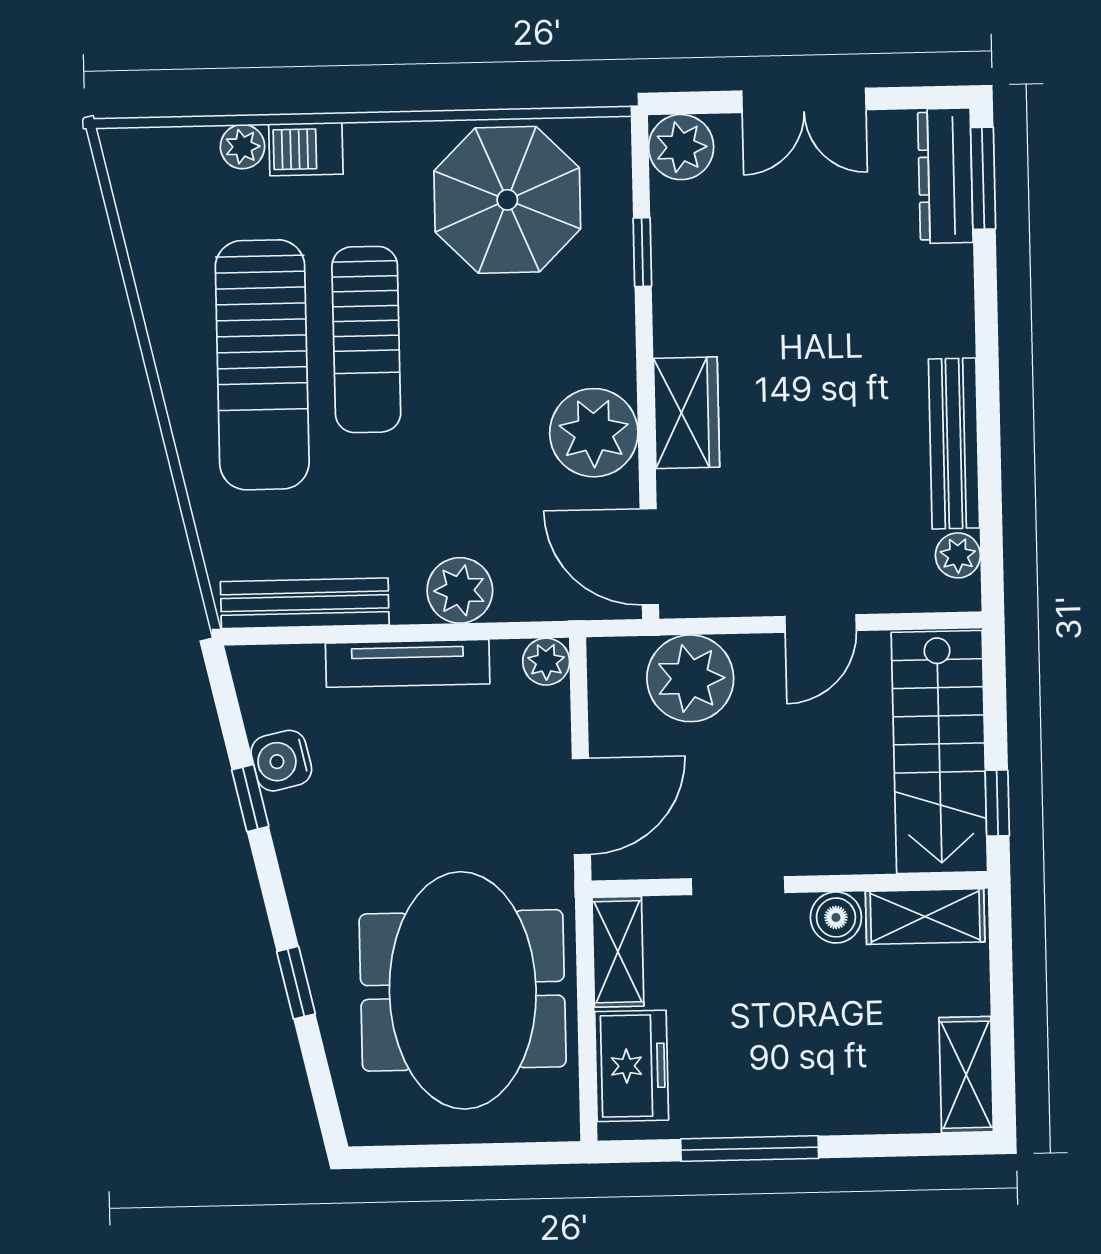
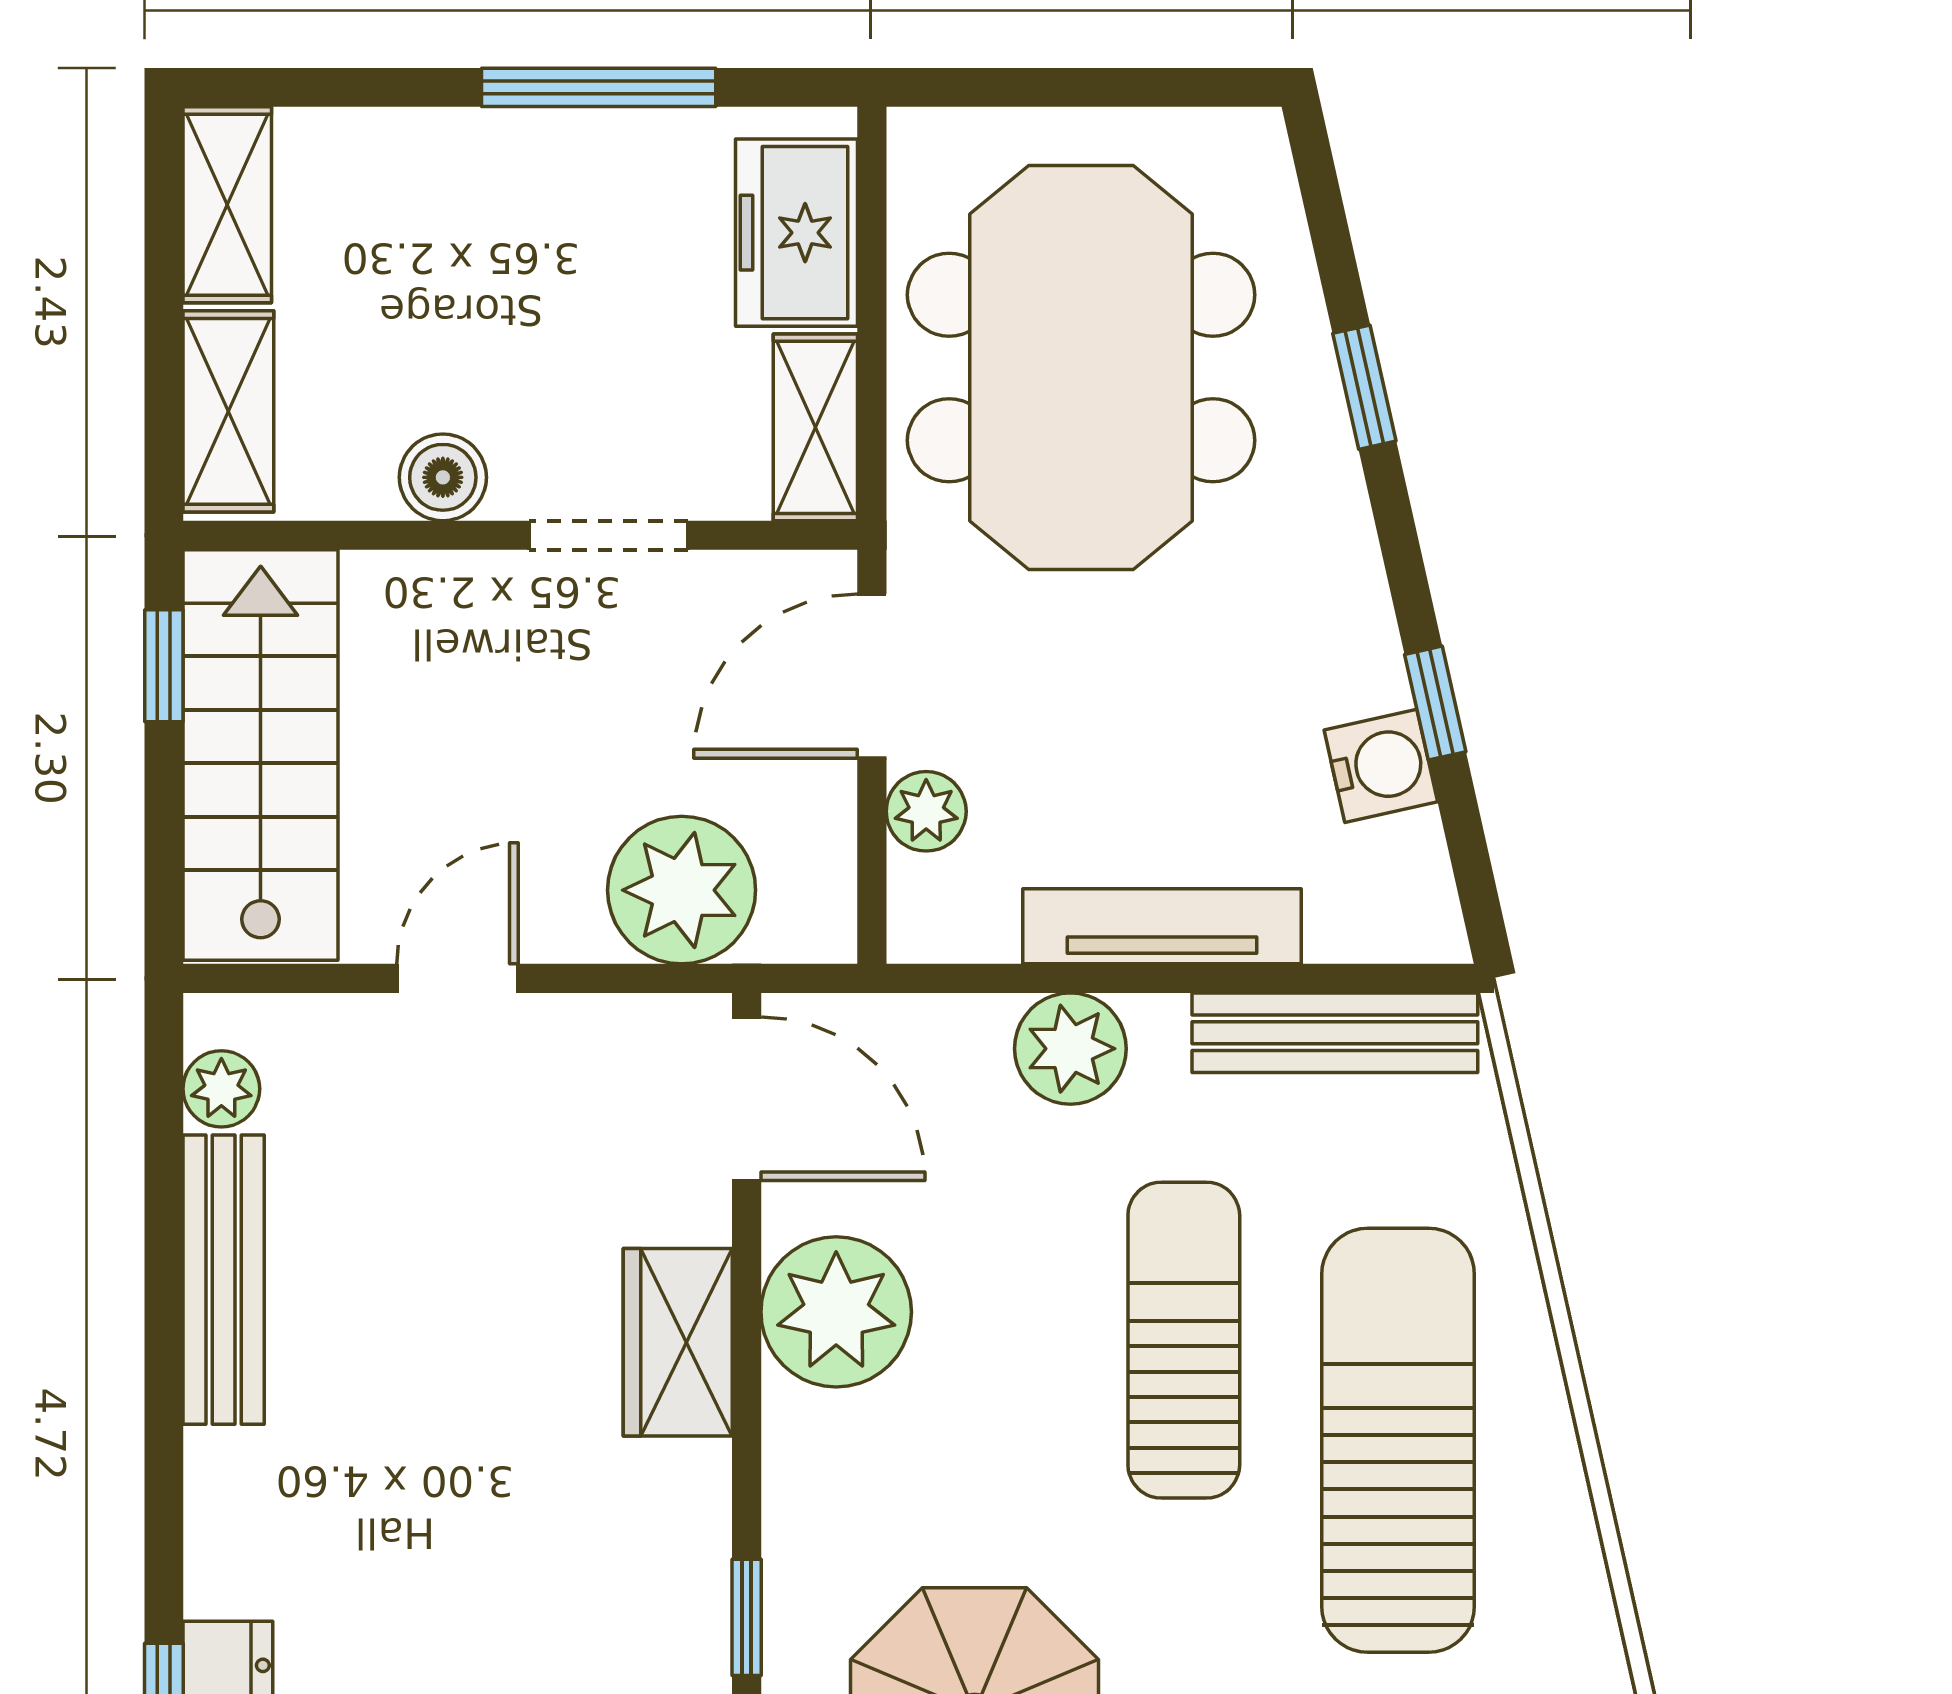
sun lounger: (366, 339) -> (1184, 1340), moved
plant: (546, 662) -> (926, 811), moved
shelving: (925, 917) -> (228, 411), moved, turned 90

